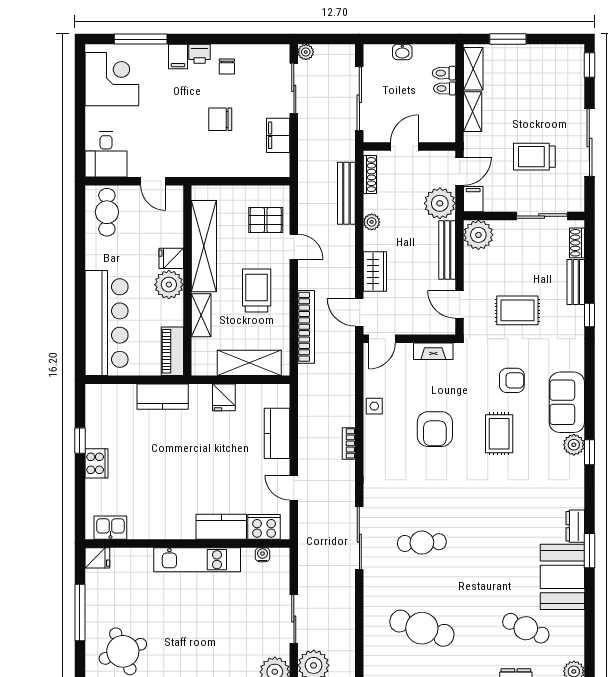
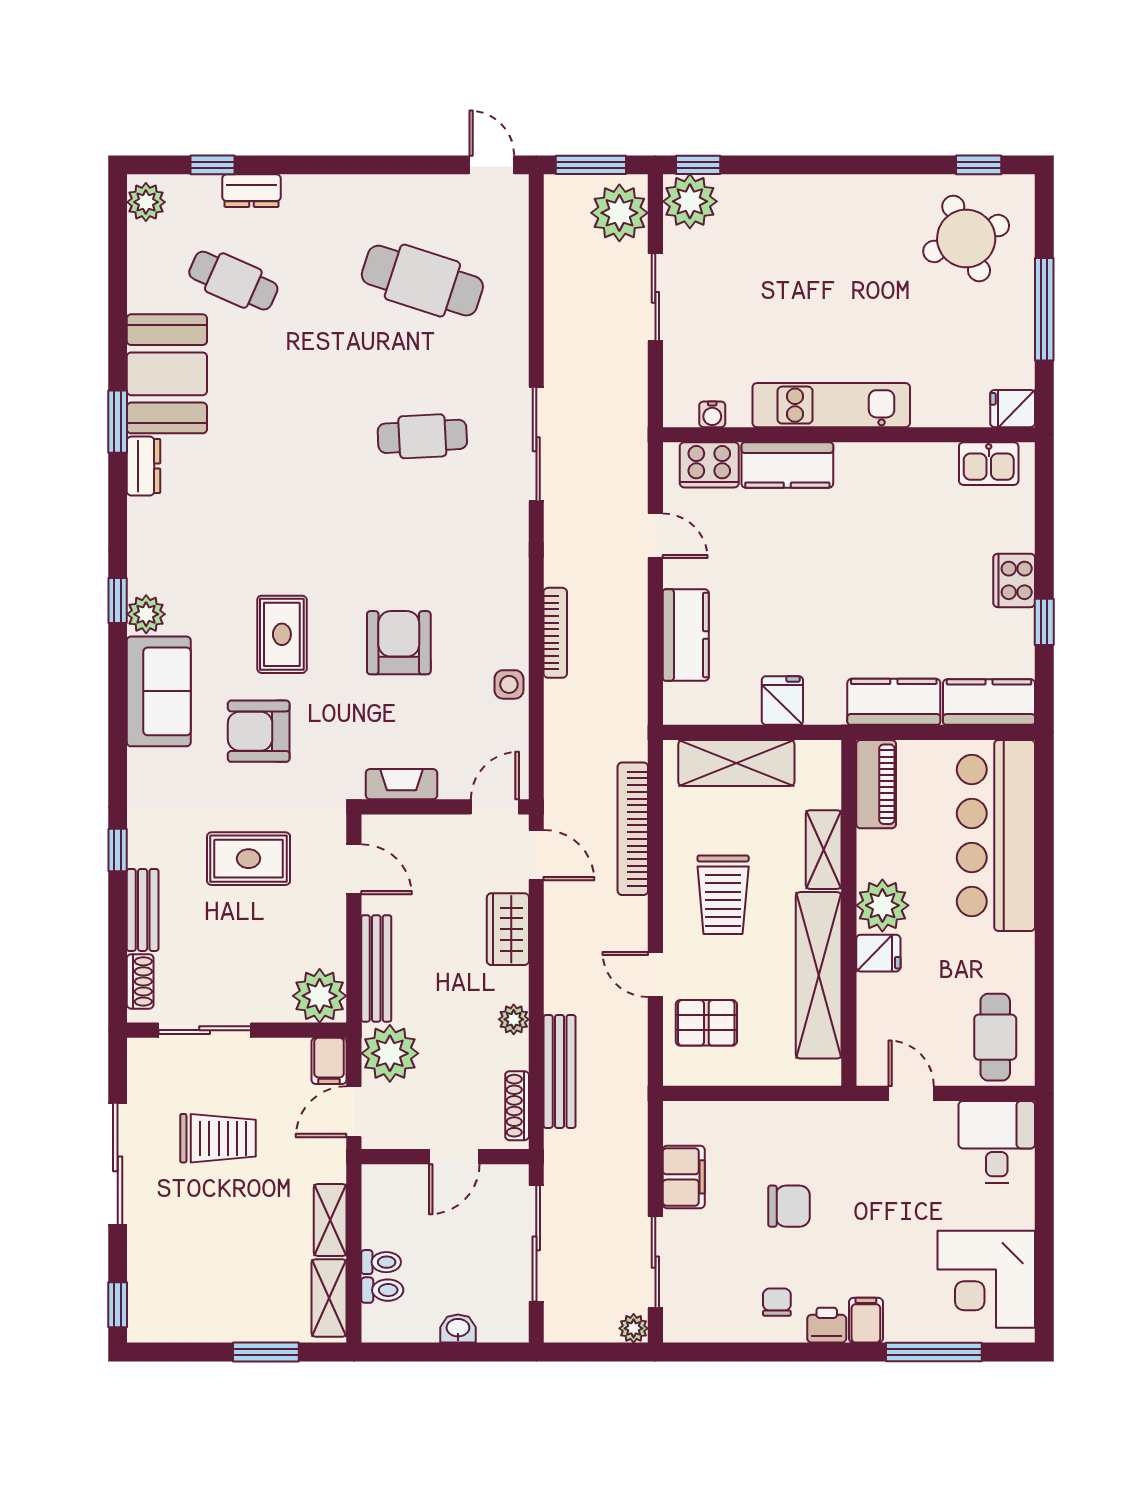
armchair: (512, 380) -> (259, 731), width x1.38, depth x1.38
kitchen counter: (110, 396) -> (989, 702), added
bookcase: (349, 443) -> (555, 633), width x1.56

